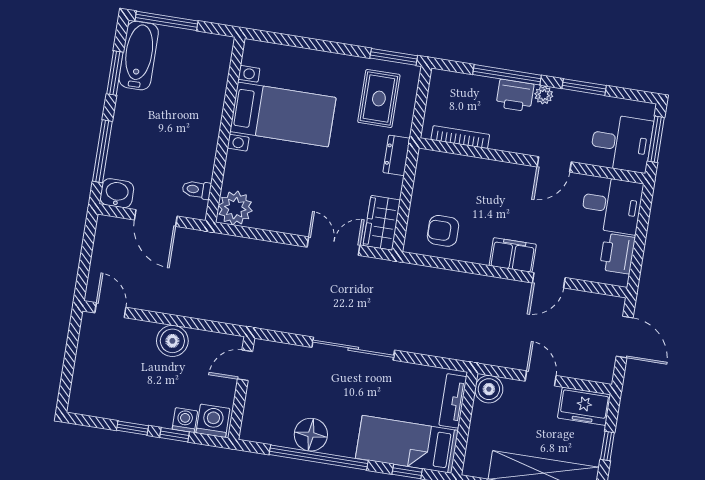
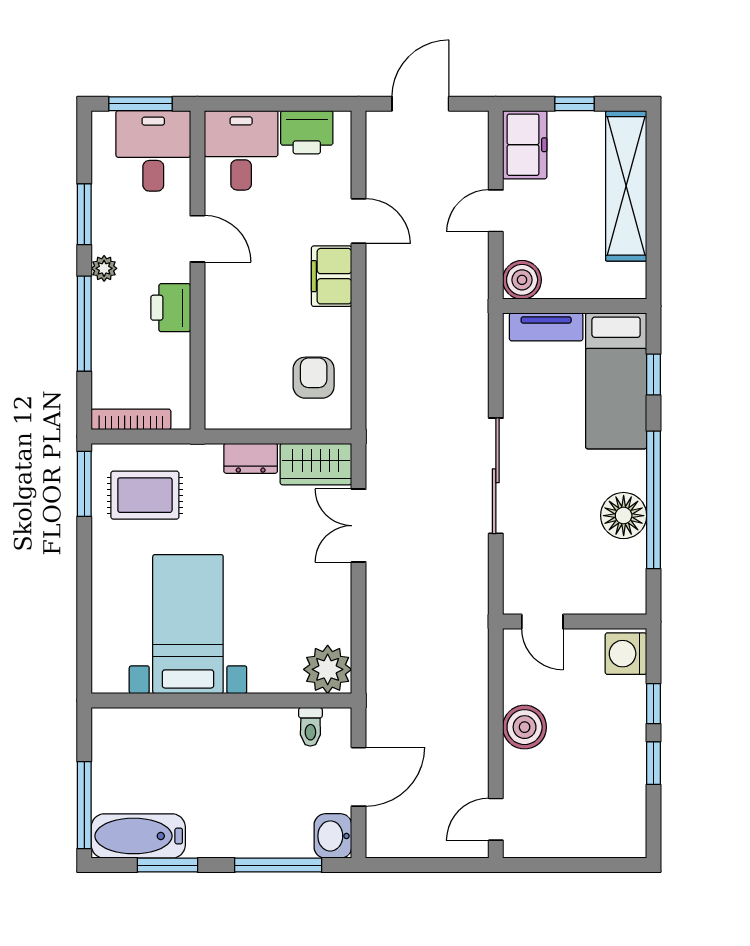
printer: (515, 95) -> (171, 308), moved, turned 180
bookcase: (460, 137) -> (131, 419), moved, turned 90
dresser: (397, 155) -> (251, 458), moved
armchair: (443, 231) -> (314, 378), turned 180
washing machine: (185, 420) -> (631, 693), removed

